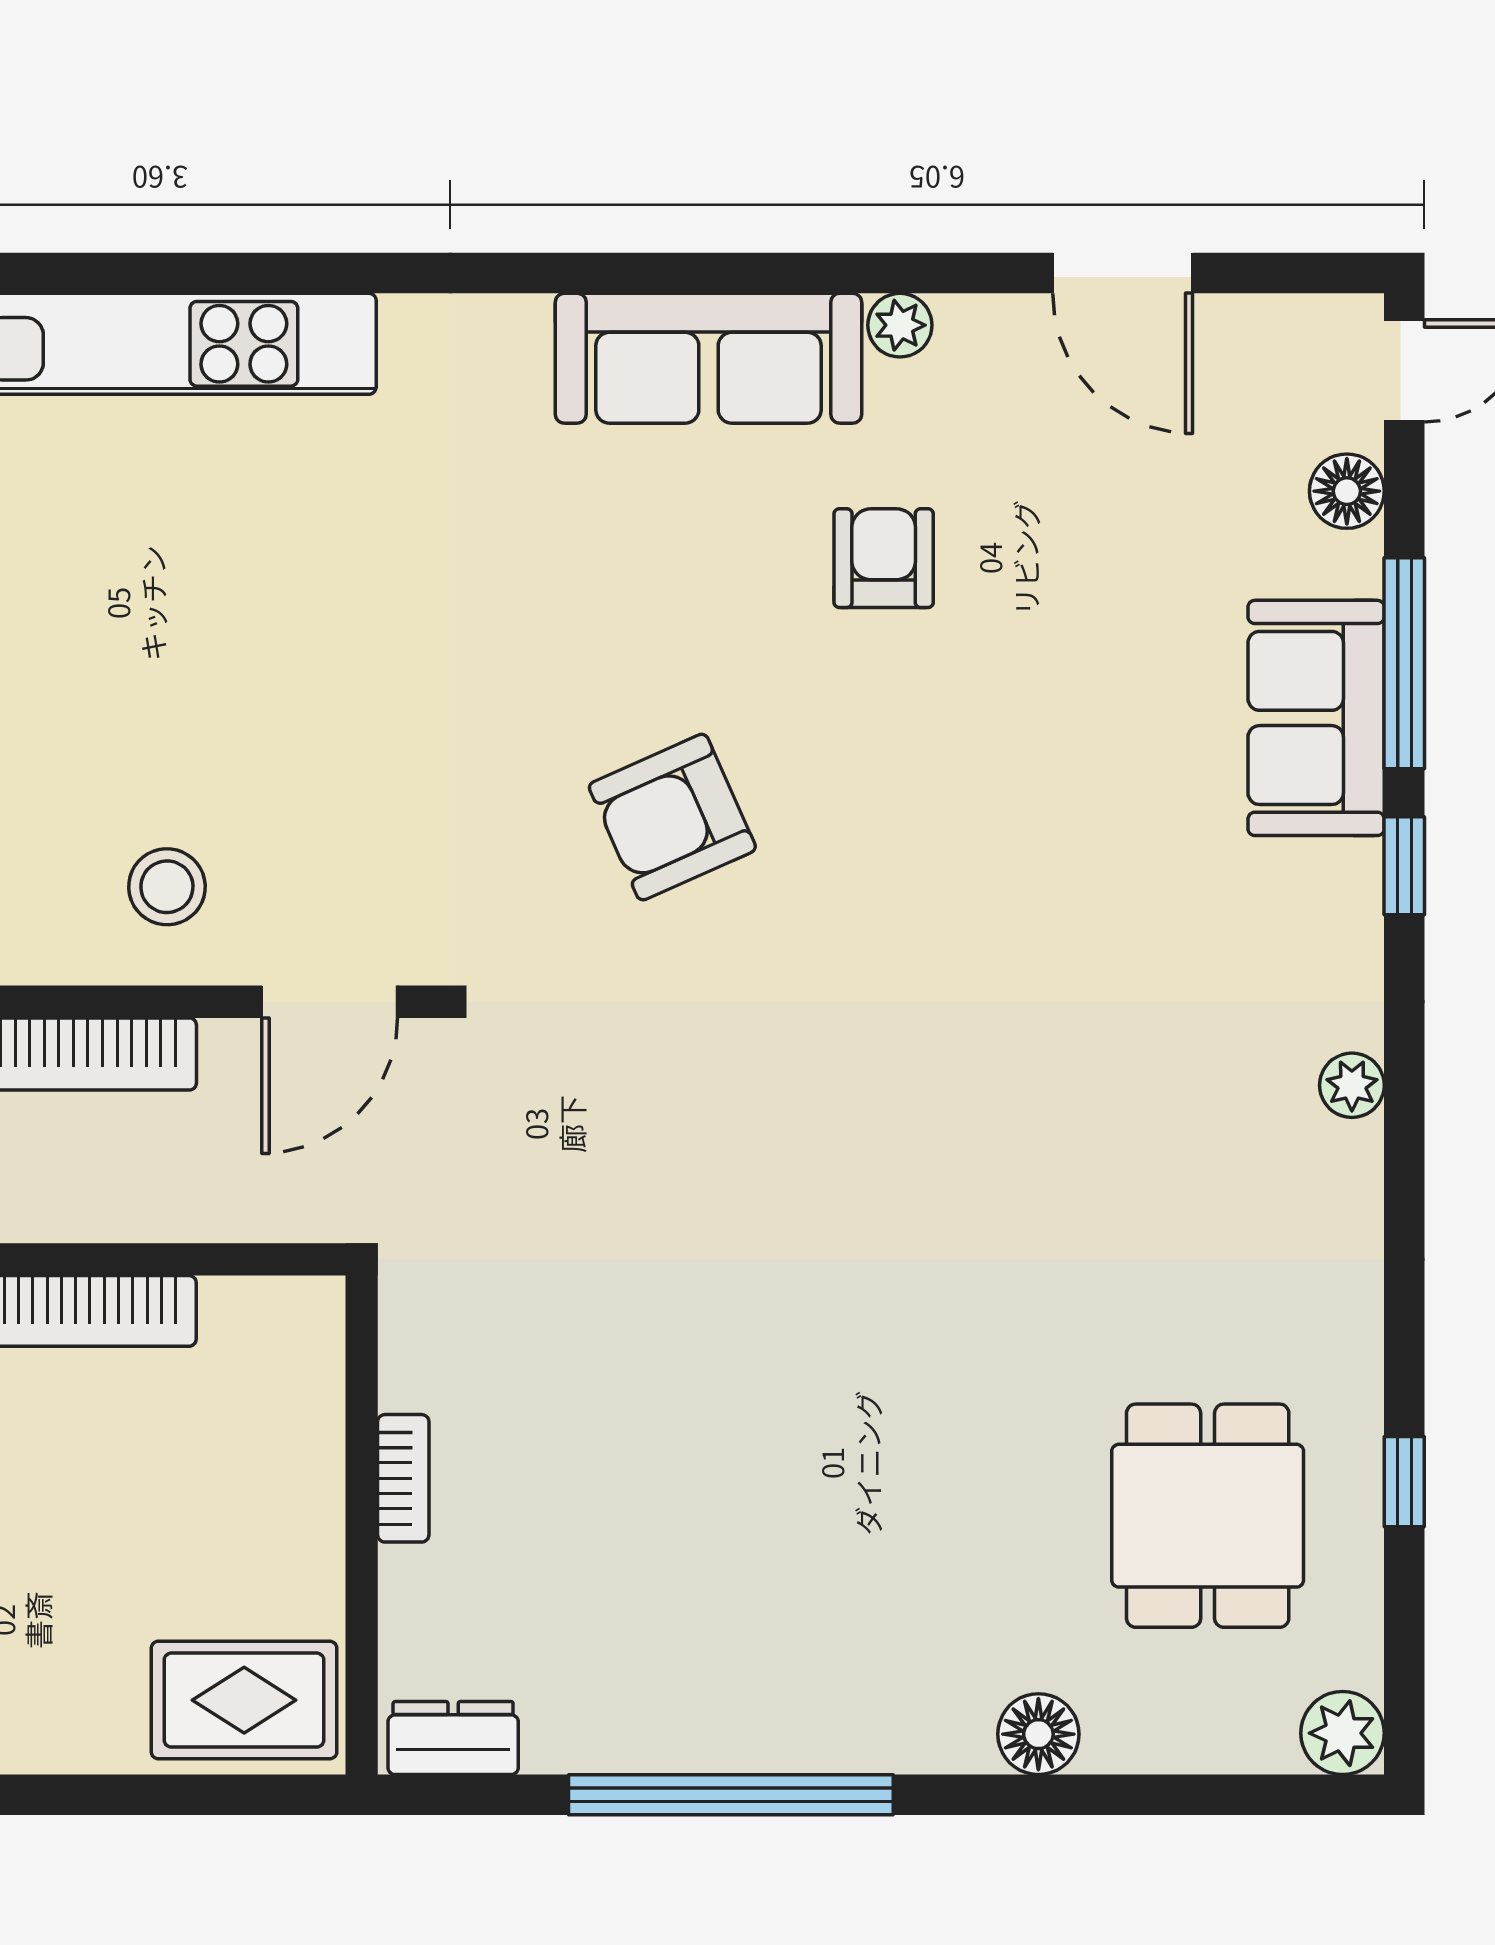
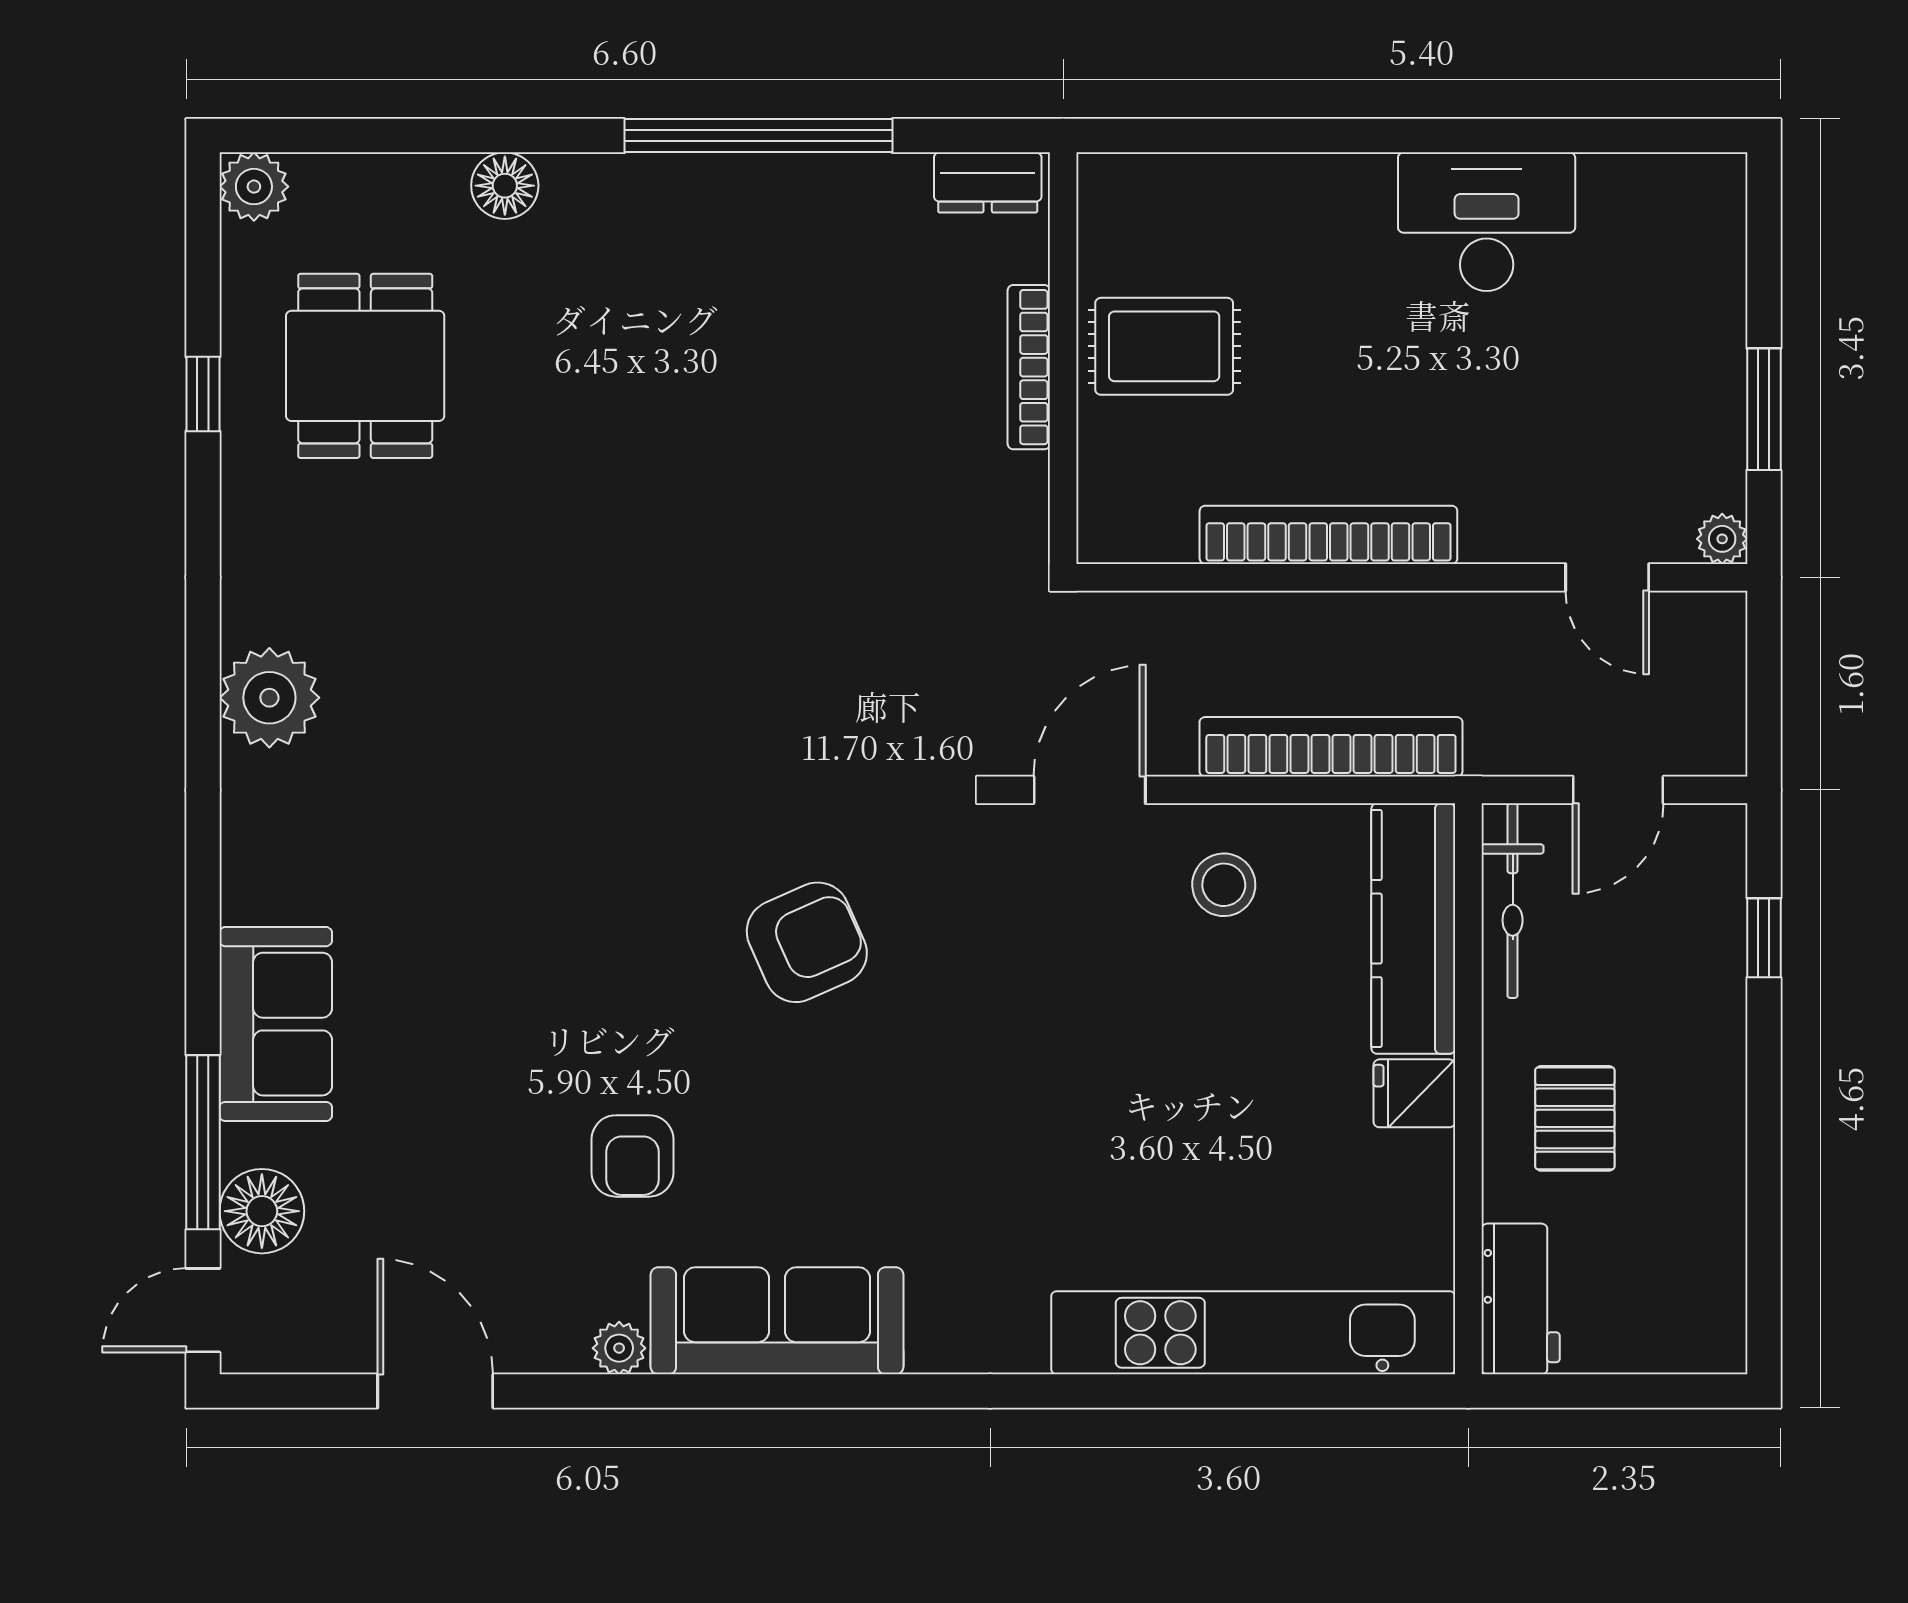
floor lamp: (1347, 491) -> (262, 1211), width x1.38, depth x1.38
window: (1404, 663) -> (203, 1142), moved
window: (1404, 866) -> (203, 902), removed
plant: (1352, 1085) -> (269, 698), width x1.87, depth x1.87
bookcase: (403, 1478) -> (1029, 367), width x1.56
rug: (244, 1700) -> (1164, 346), moved

